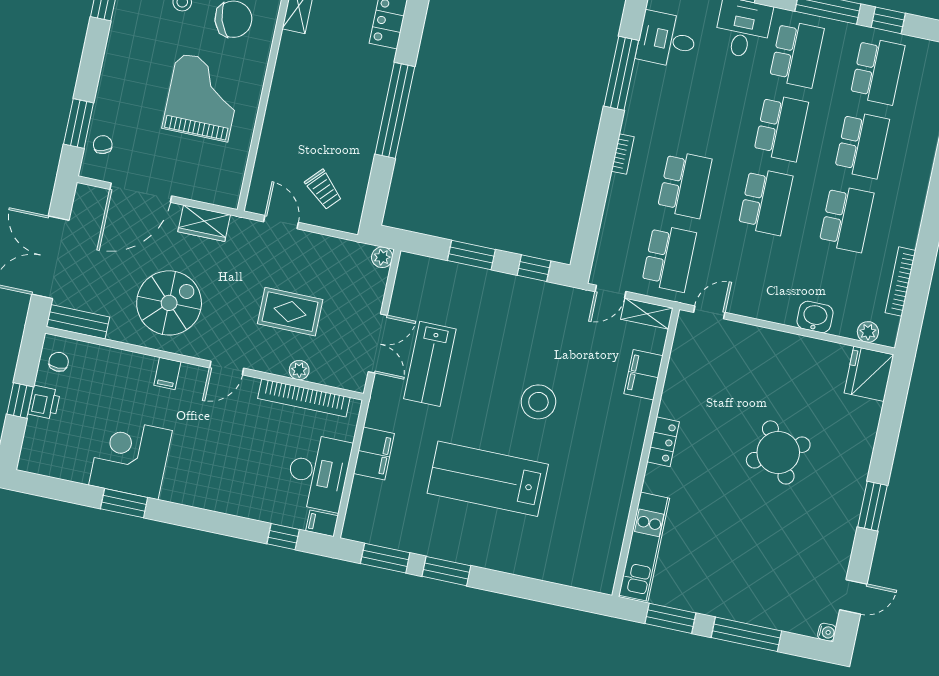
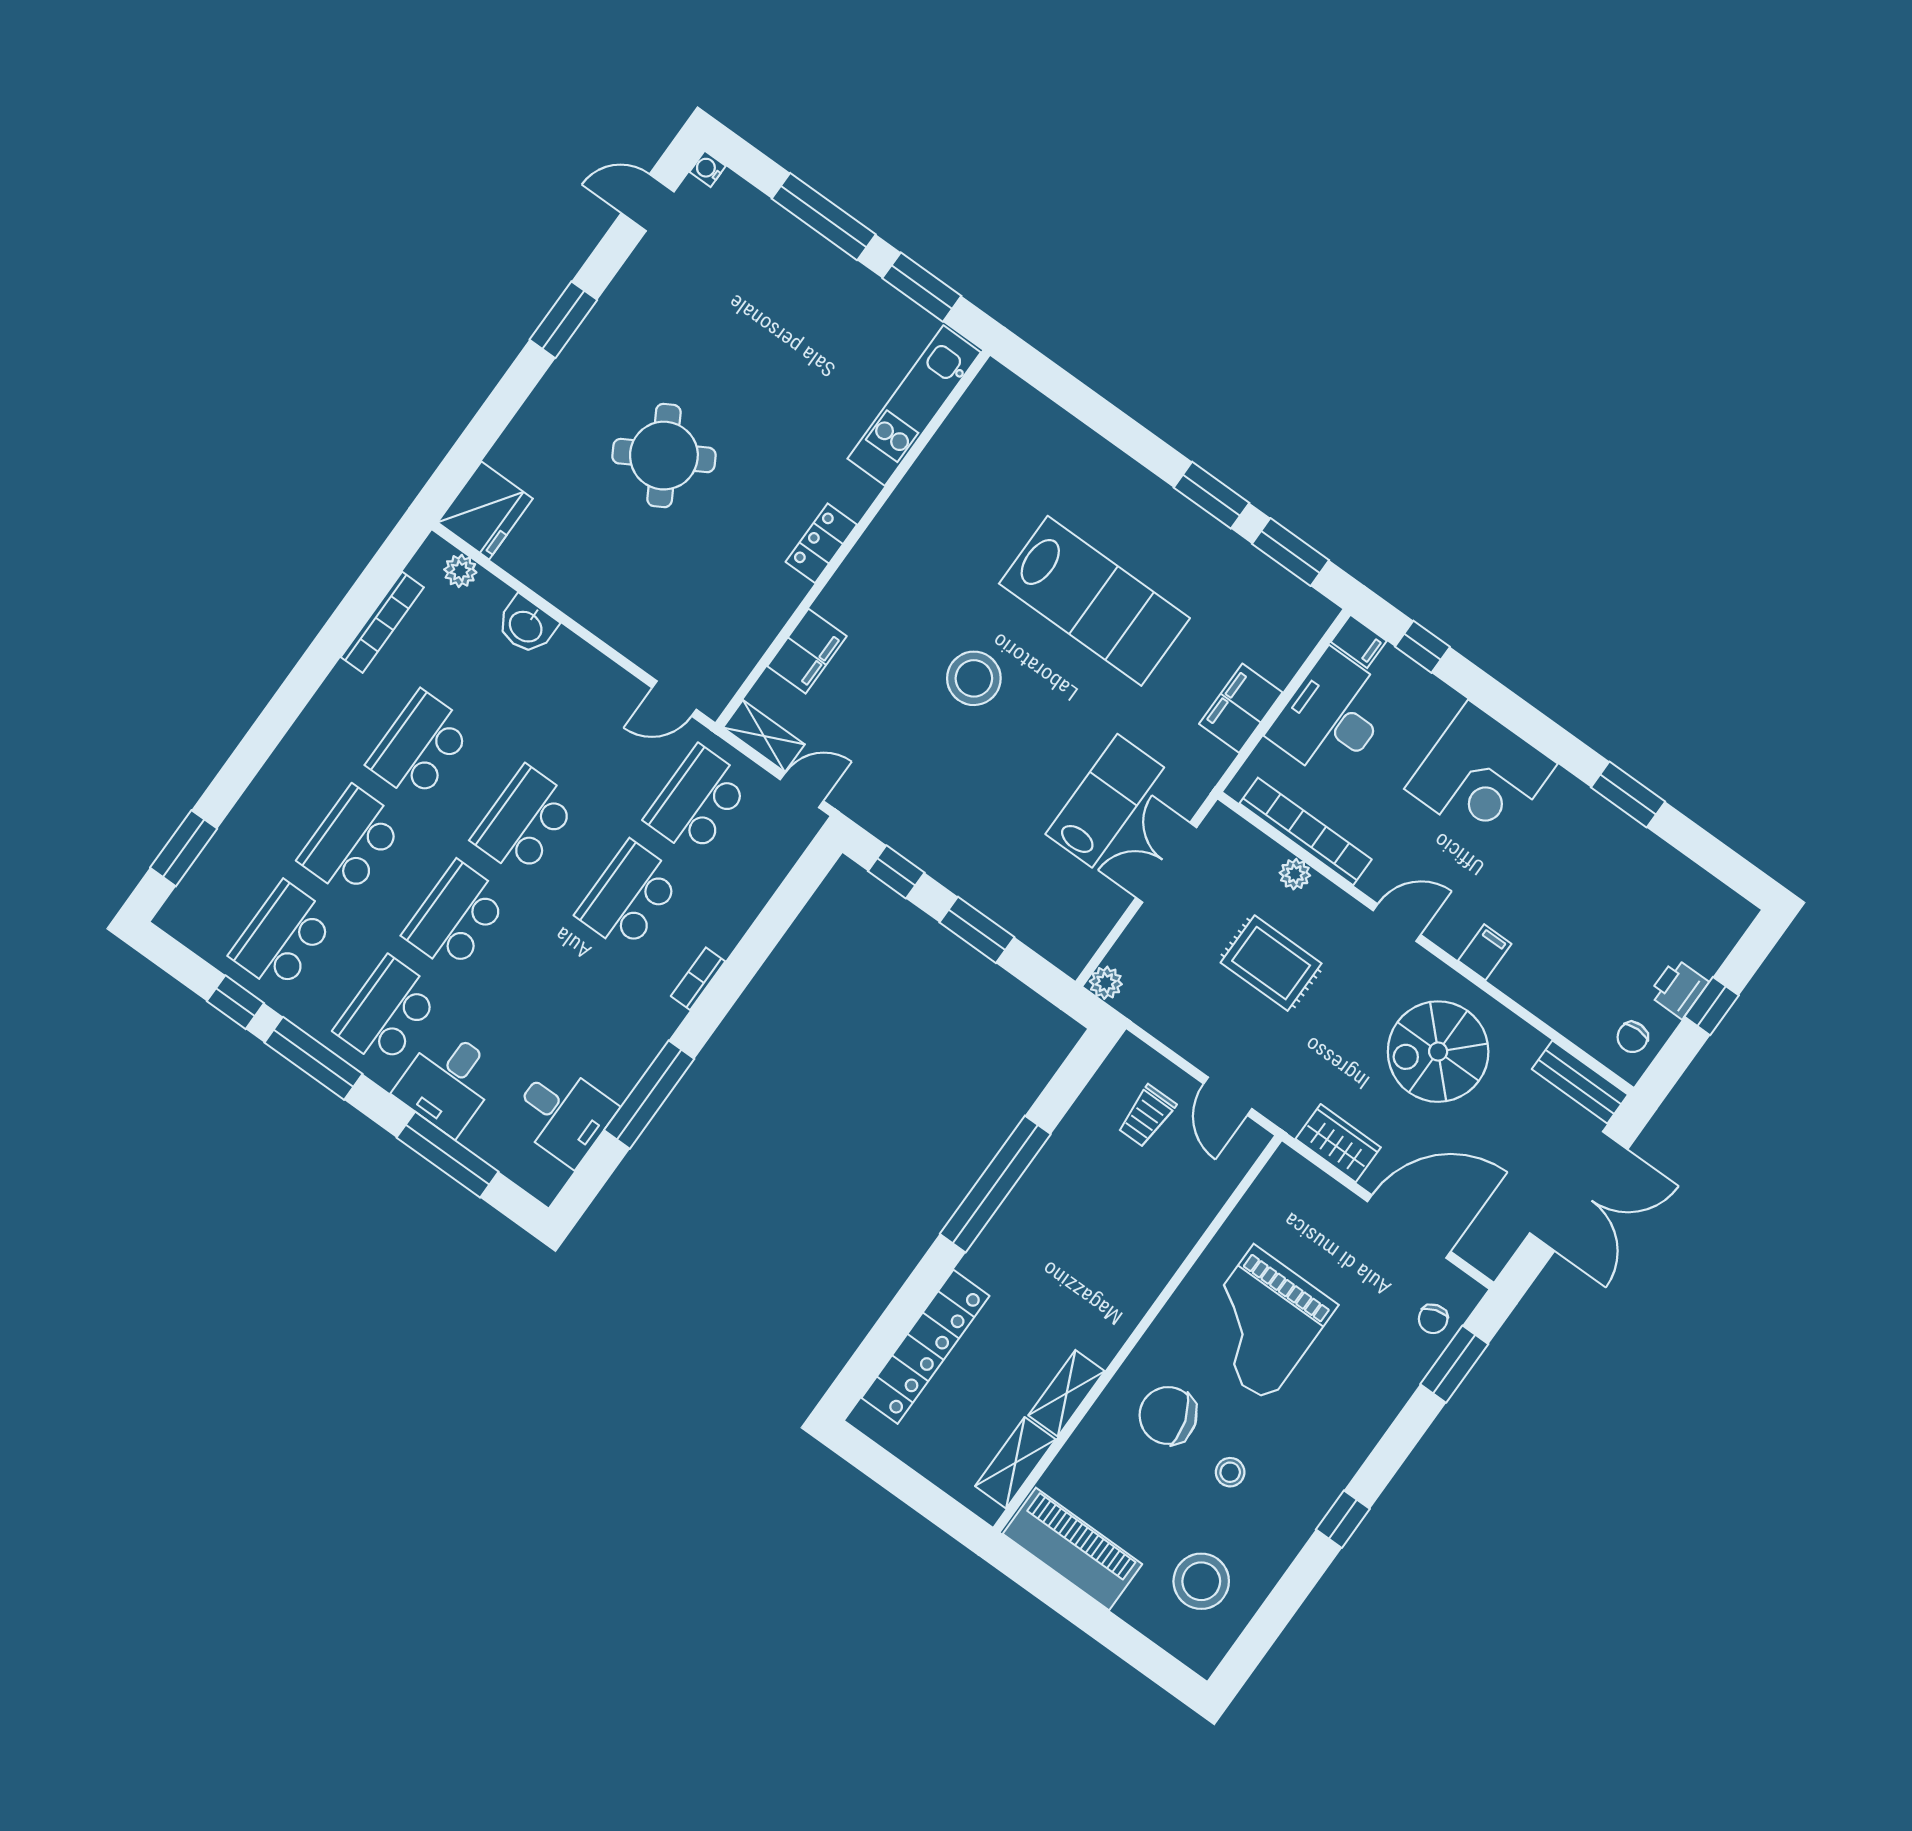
trolley: (324, 190) -> (1147, 1116), turned -133
corner desk: (131, 458) -> (1481, 776), moved

